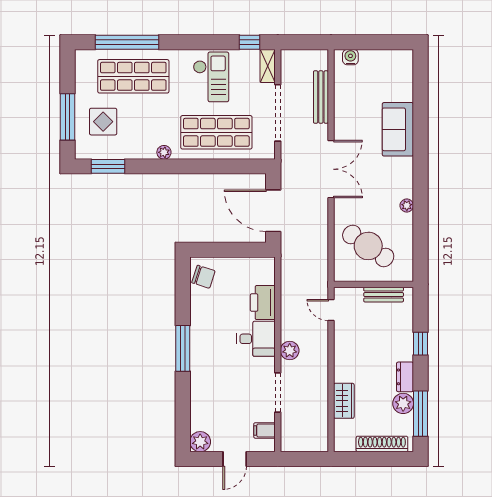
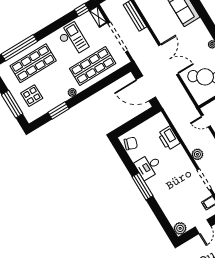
window: (108, 166) -> (59, 111), moved
double door: (331, 169) -> (168, 60), moved
desk: (256, 339) -> (148, 166), moved, turned 180

